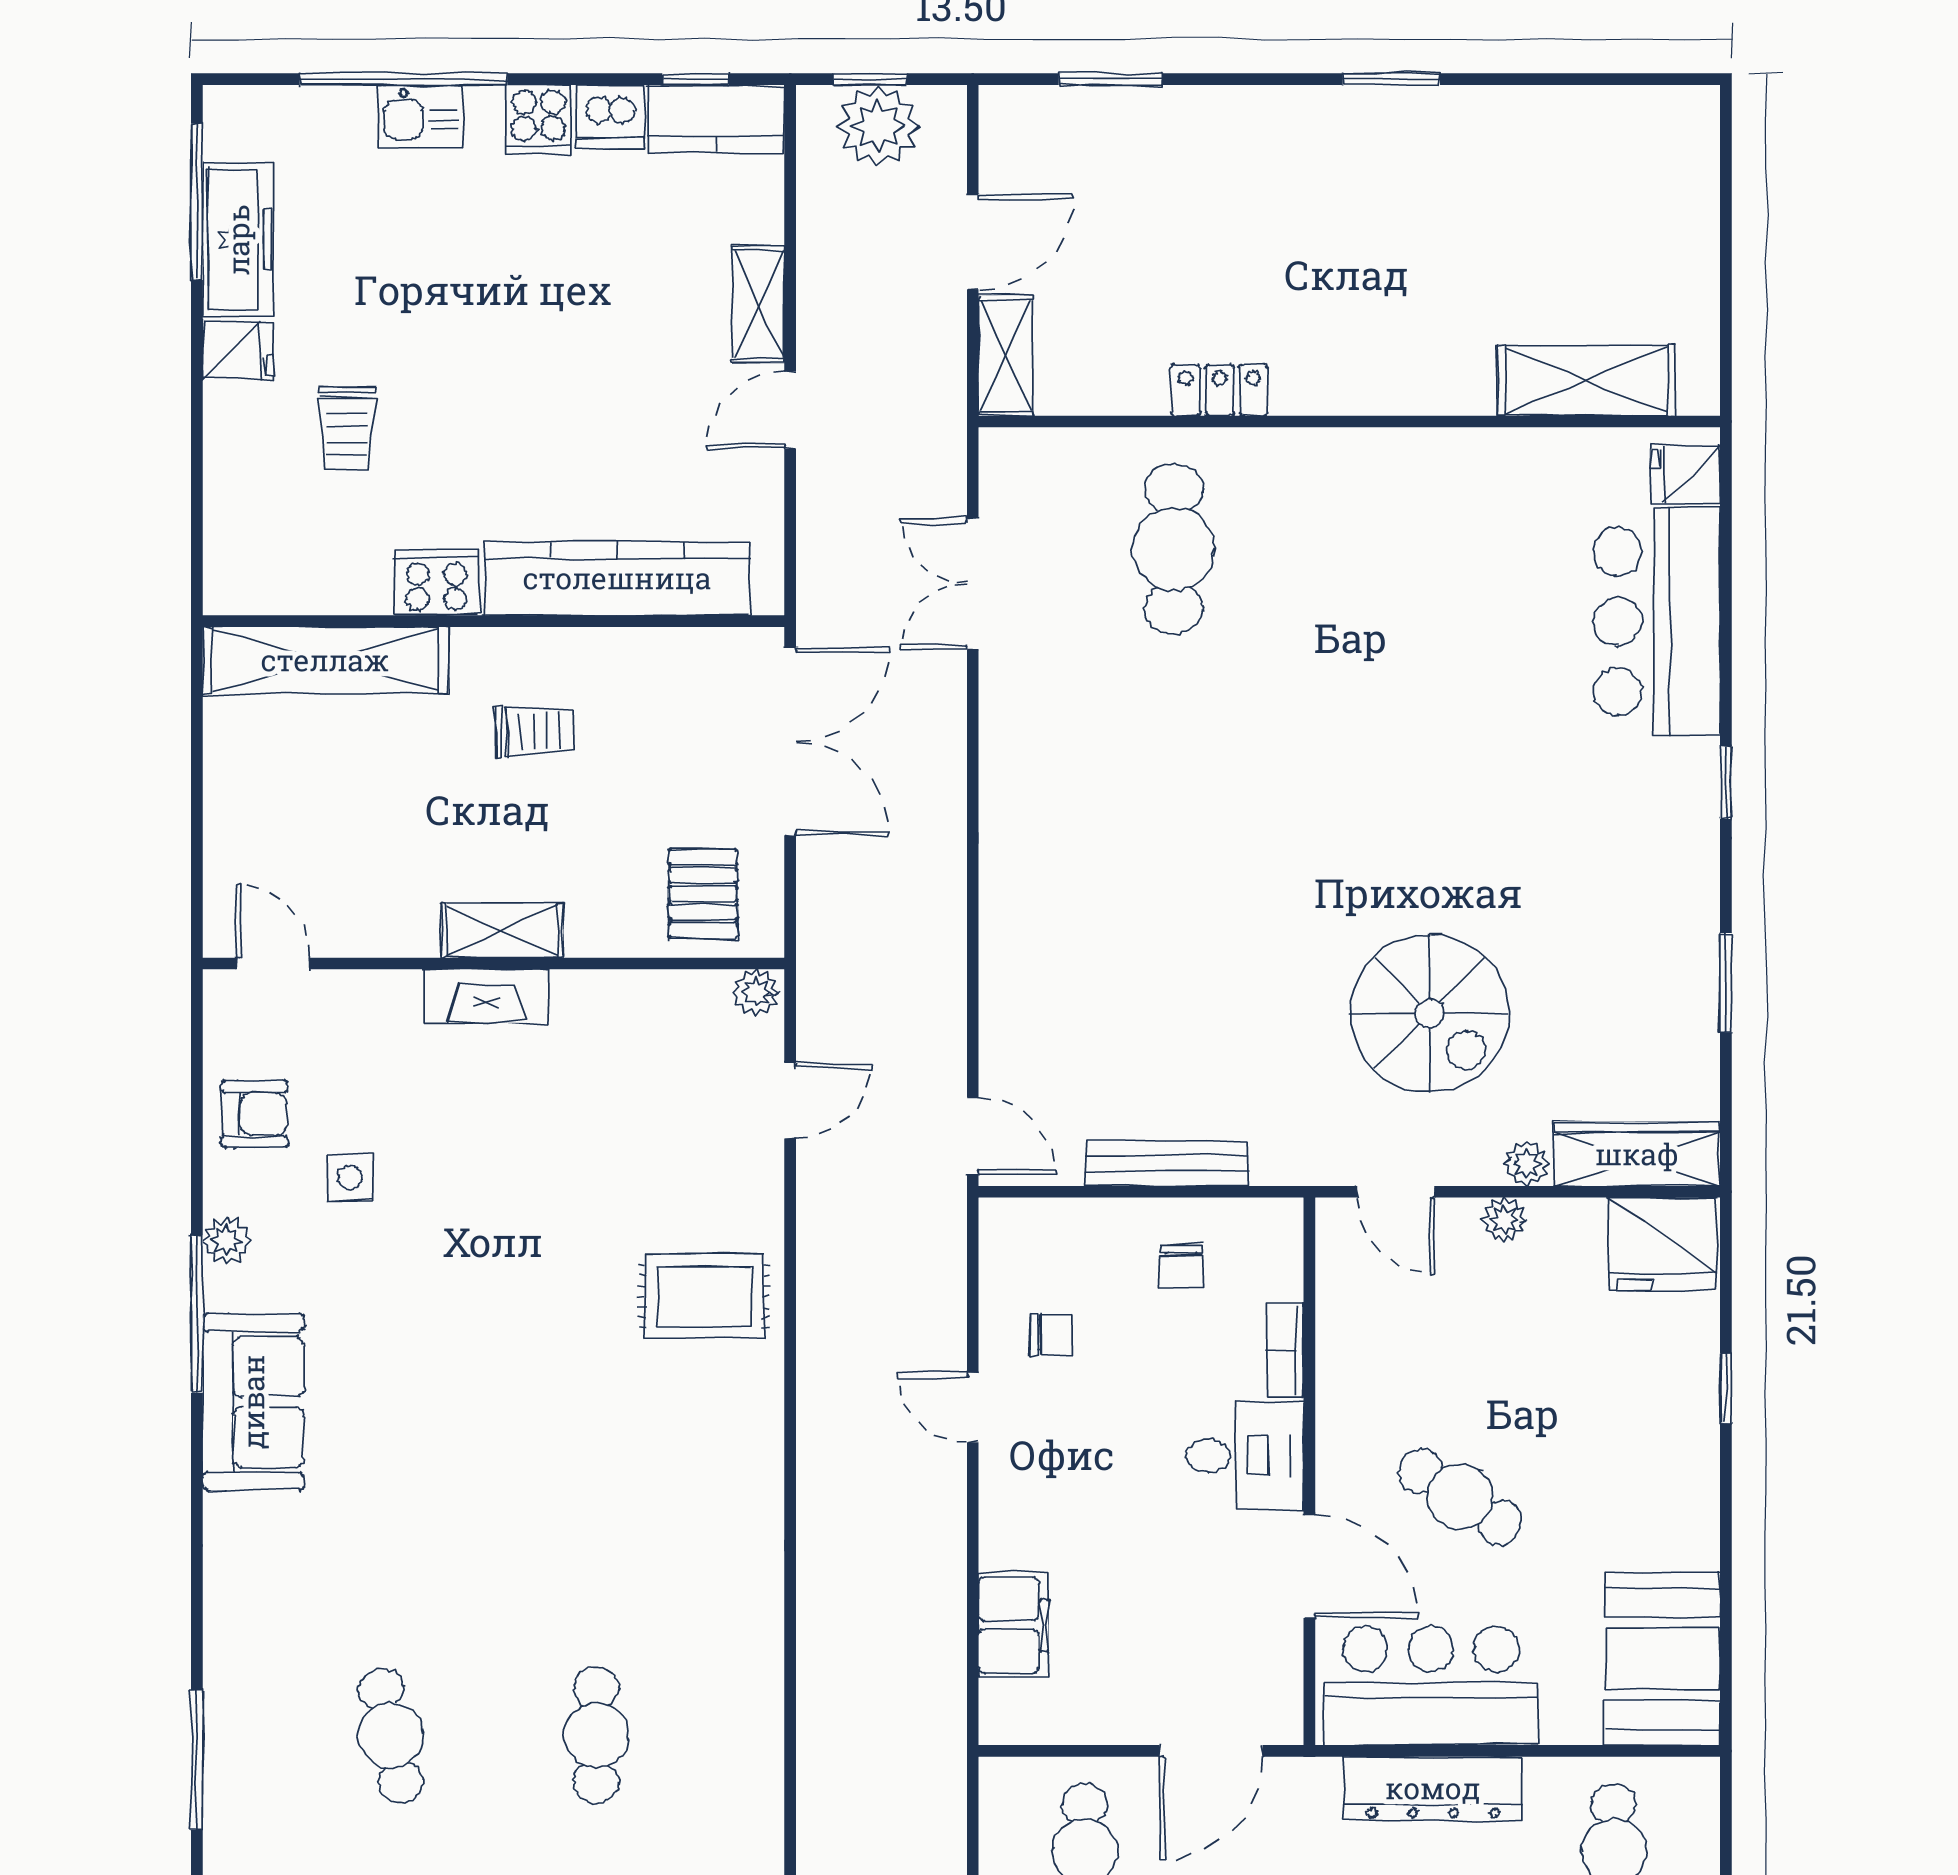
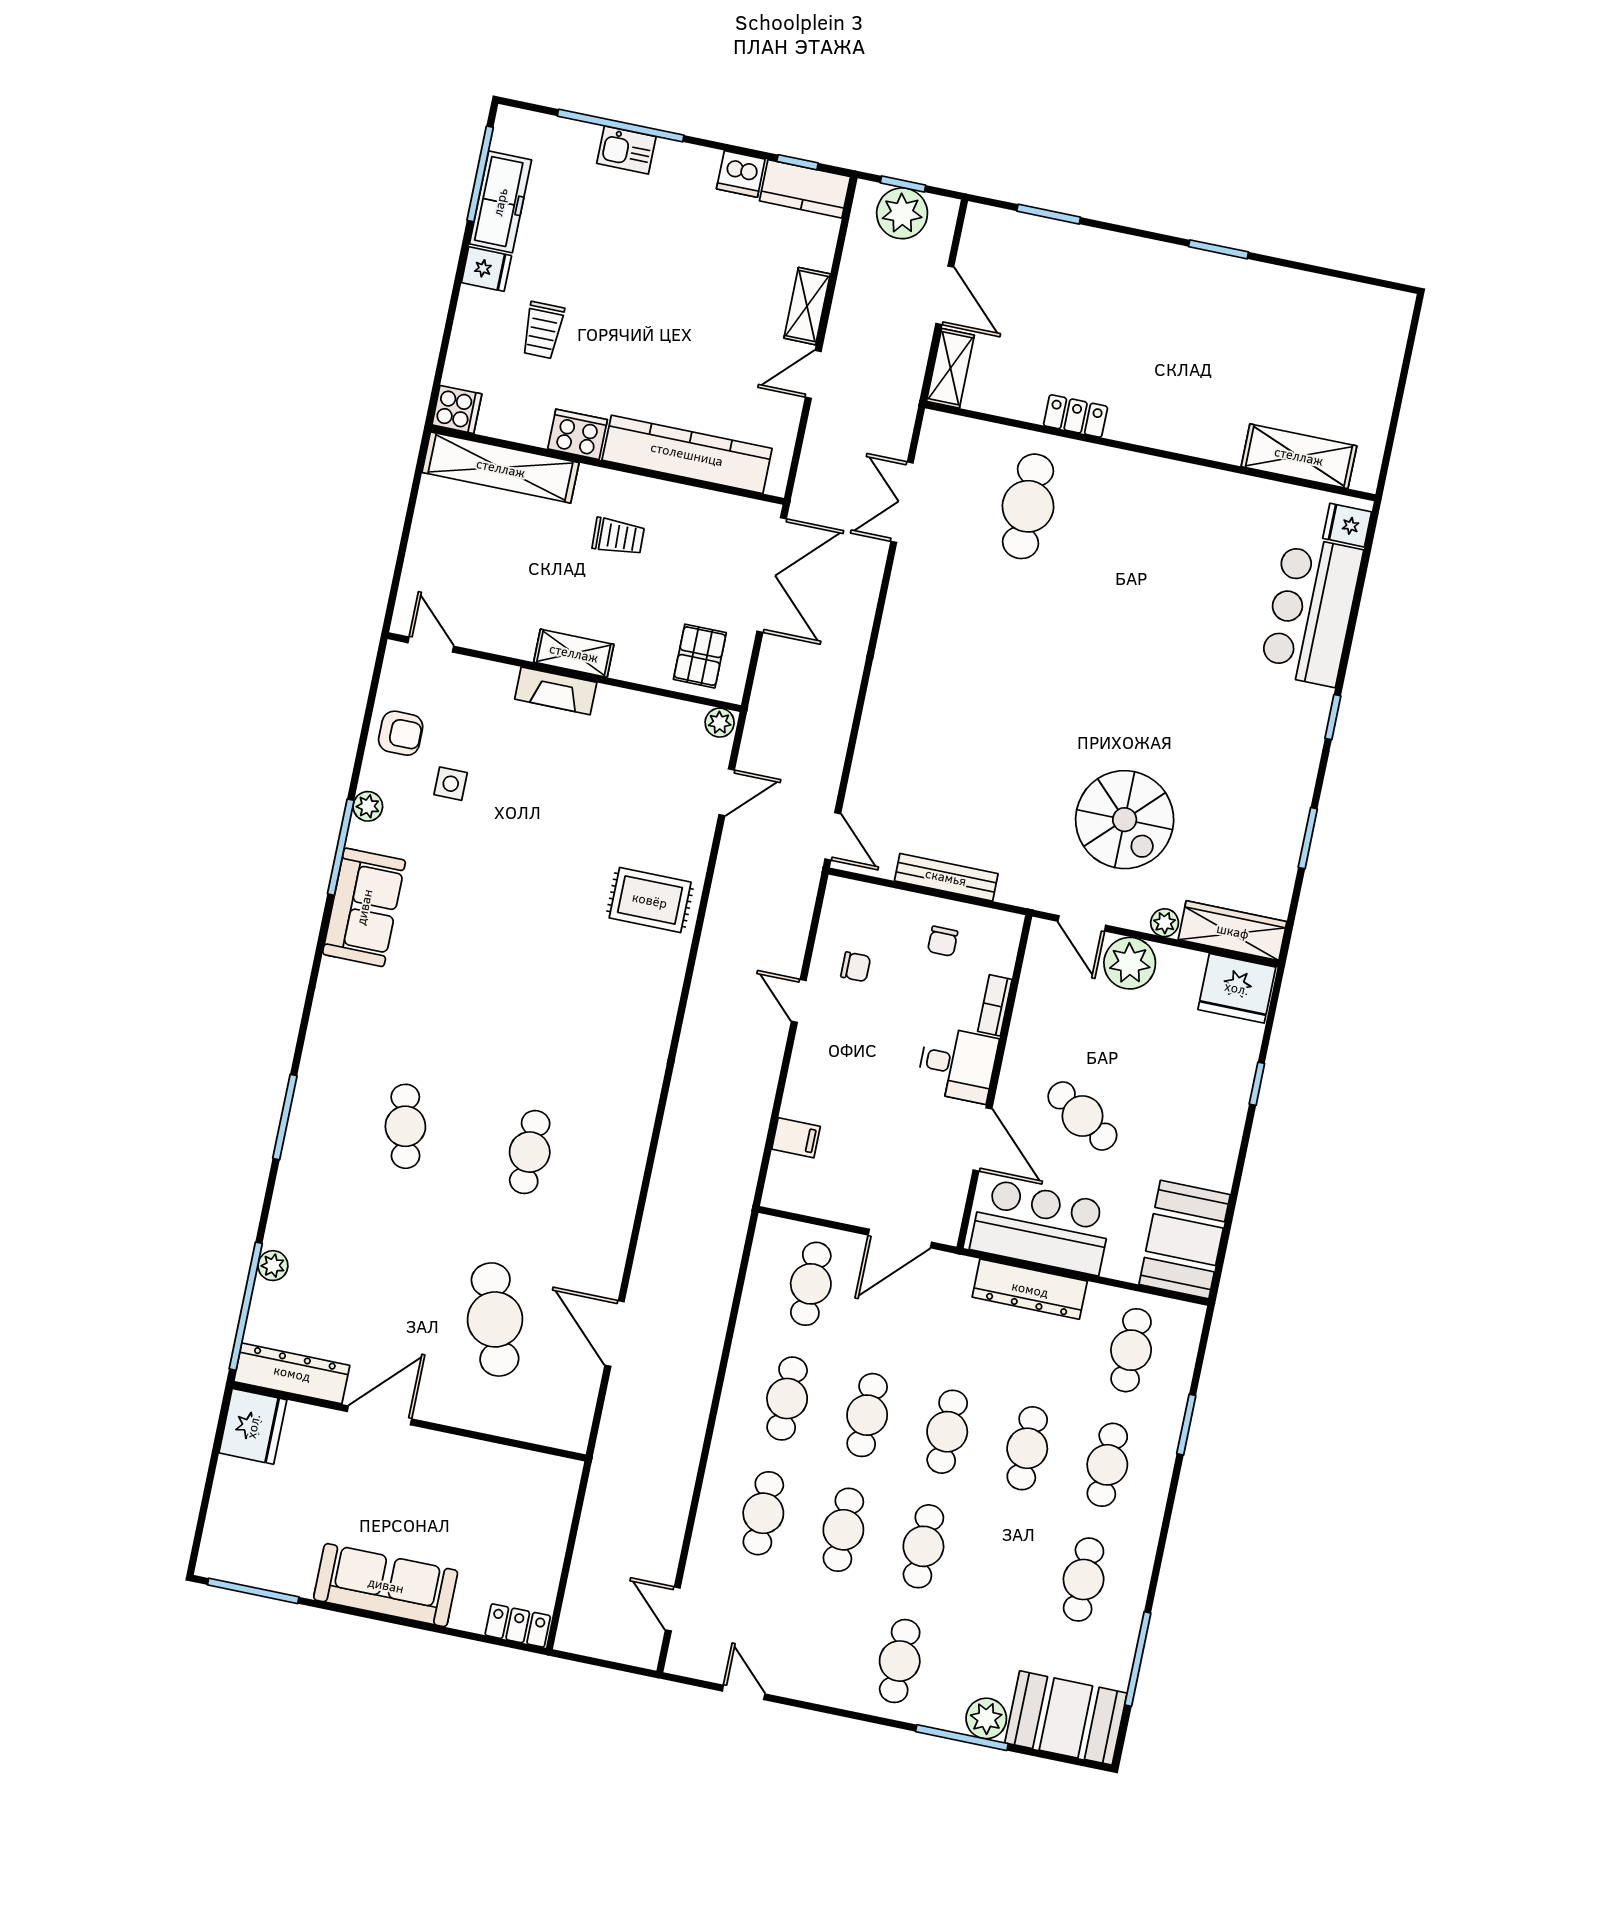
cooker: (539, 119) -> (457, 409), moved, turned -90
door: (973, 242) -> (945, 295), hinge flipped
plant: (1504, 1220) -> (1130, 963), width x1.87, depth x1.87
filing cabinet: (1013, 1625) -> (796, 1138), width x0.50

